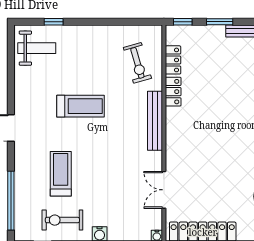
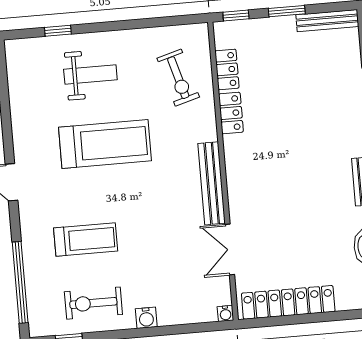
weight bench: (37, 48) -> (90, 74), moved
treadmill: (81, 106) -> (105, 144), width x1.37, depth x1.38
bench: (155, 121) -> (212, 183), moved
treadmill: (61, 174) -> (86, 240), turned 90

